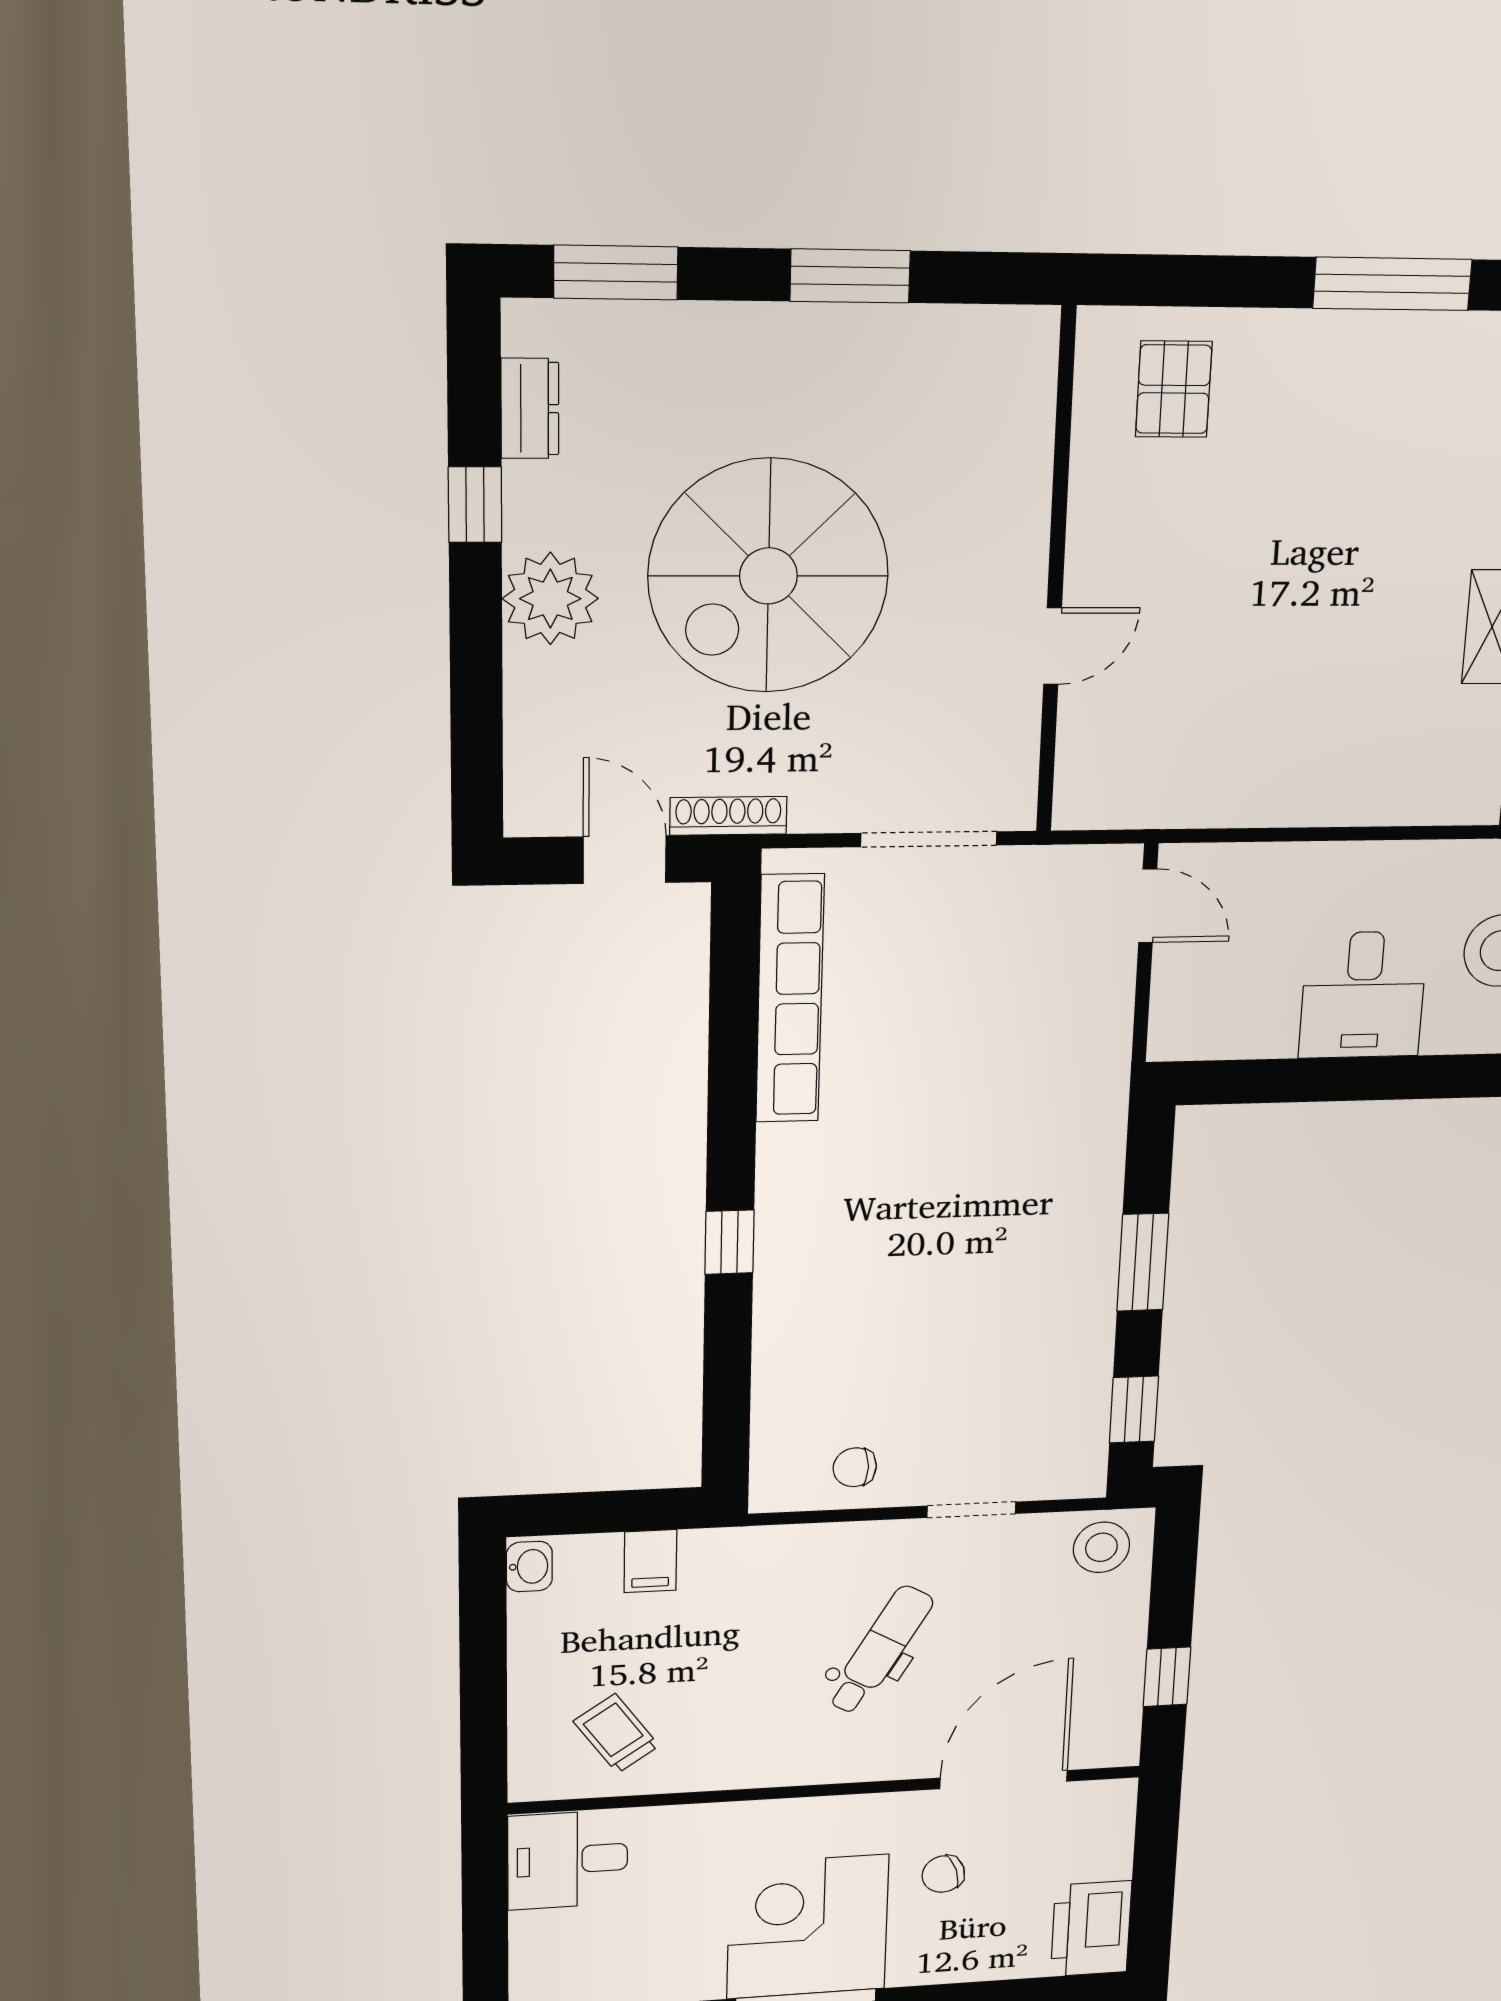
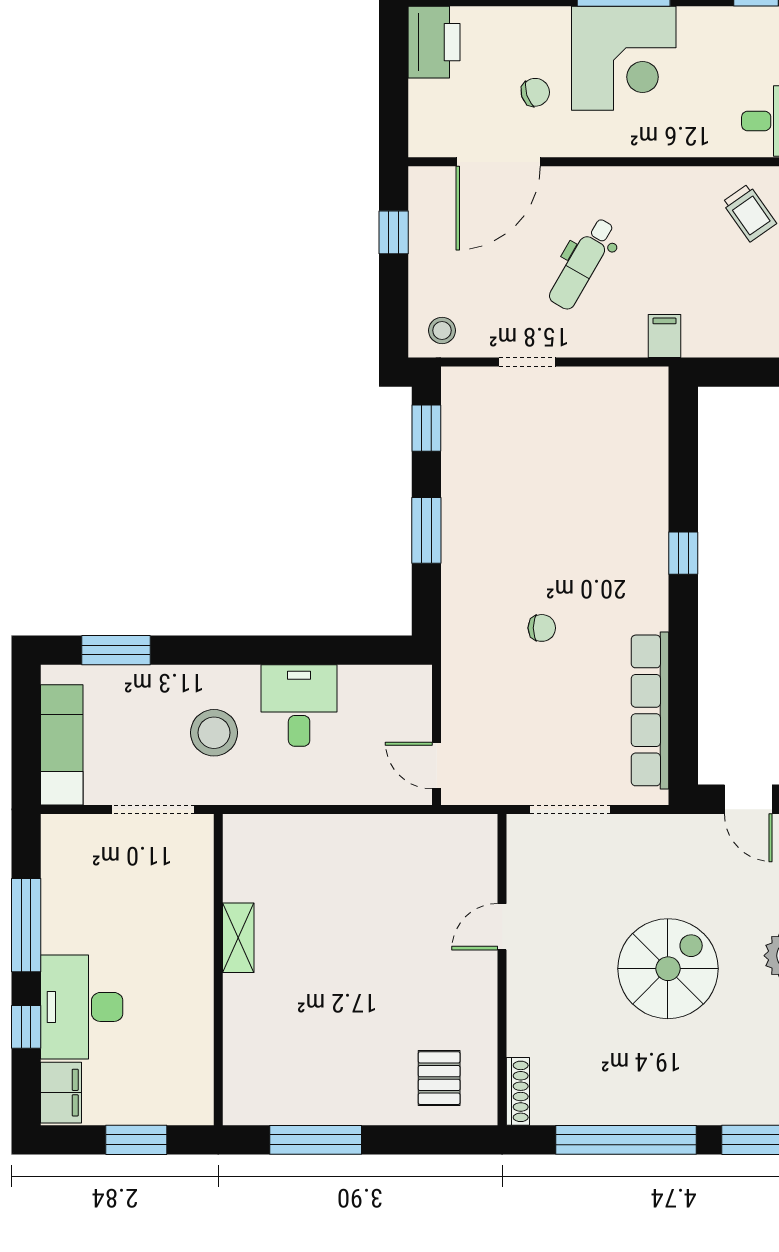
window: (850, 276) -> (626, 1140), width x2.11
spiral stairs: (768, 576) -> (668, 969), width x0.73, depth x0.73
shoe rack: (728, 816) -> (518, 1091), moved, turned -90
chair: (855, 1467) -> (542, 628), moved
stool: (1101, 1547) -> (442, 330), width x0.73, depth x0.73
filing cabinet: (650, 1561) -> (665, 336), moved

